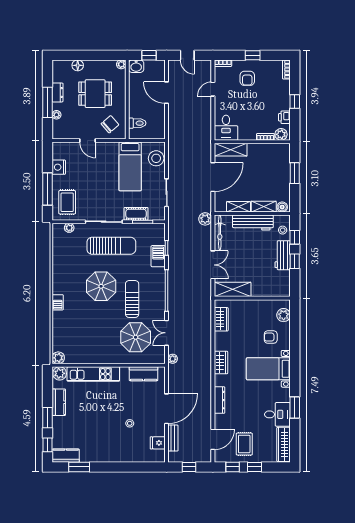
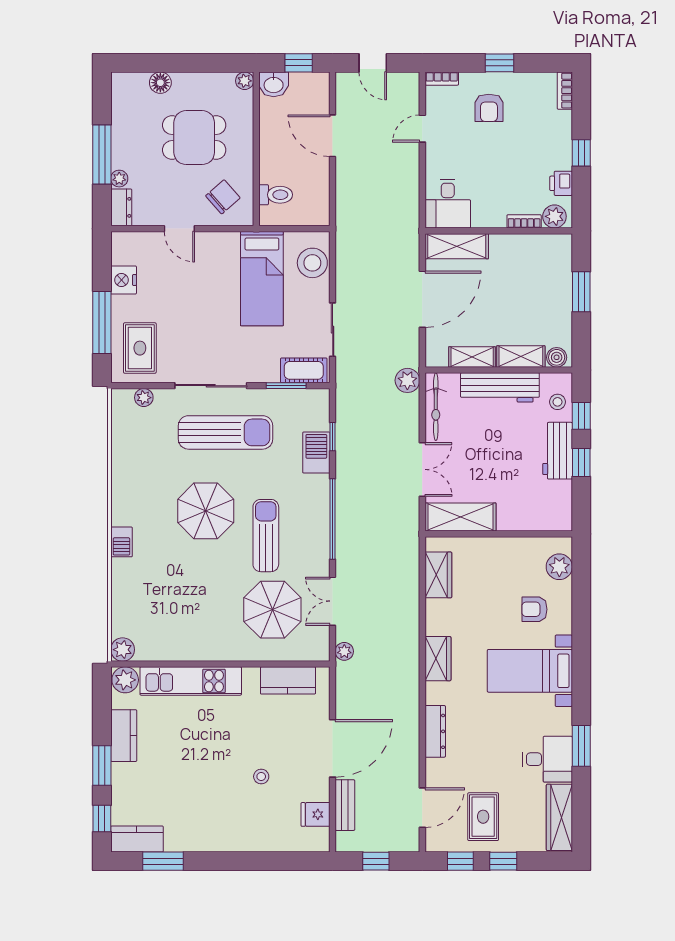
dresser: (57, 92) -> (121, 207), moved
cot: (136, 214) -> (304, 370), moved

